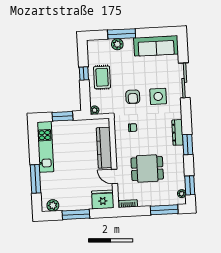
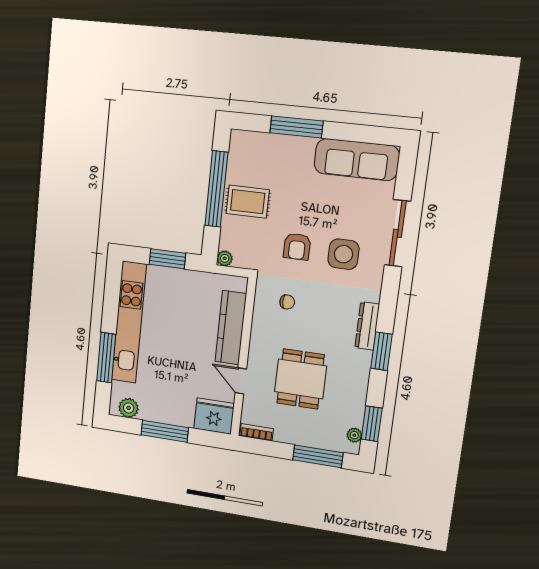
plant: (117, 44) -> (285, 145), removed
window: (84, 73) -> (216, 189), width x3.17
rug: (102, 77) -> (248, 202), turned 90
kitchen unit: (45, 147) -> (129, 322), width x1.36
dining table: (147, 169) -> (301, 379), turned 90

